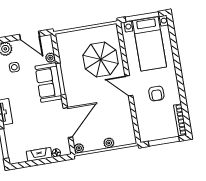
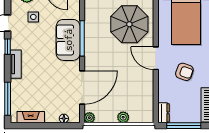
plant: (50, 58) -> (75, 13), removed
armchair: (156, 94) -> (184, 72), turned -71
dresser: (144, 133) -> (163, 113), added
fireplace: (39, 154) -> (31, 117), moved

